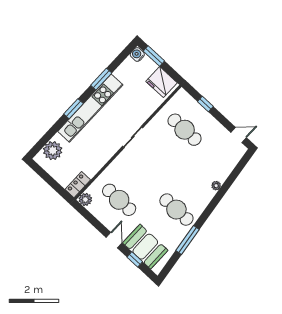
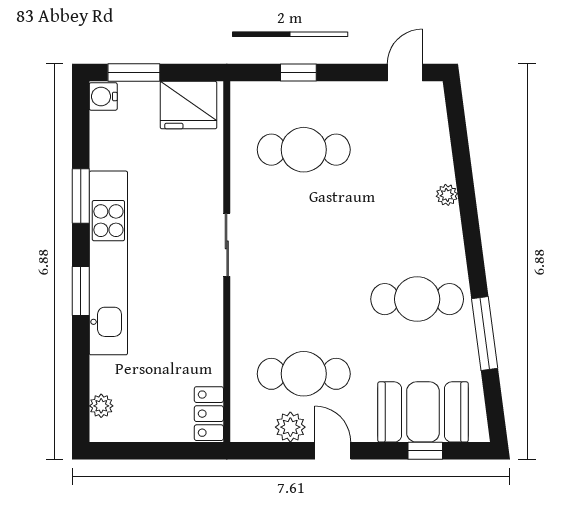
plant: (53, 151) -> (101, 406), width x0.53, depth x0.53
plant: (85, 199) -> (290, 427), moved
door: (114, 240) -> (333, 451), moved

